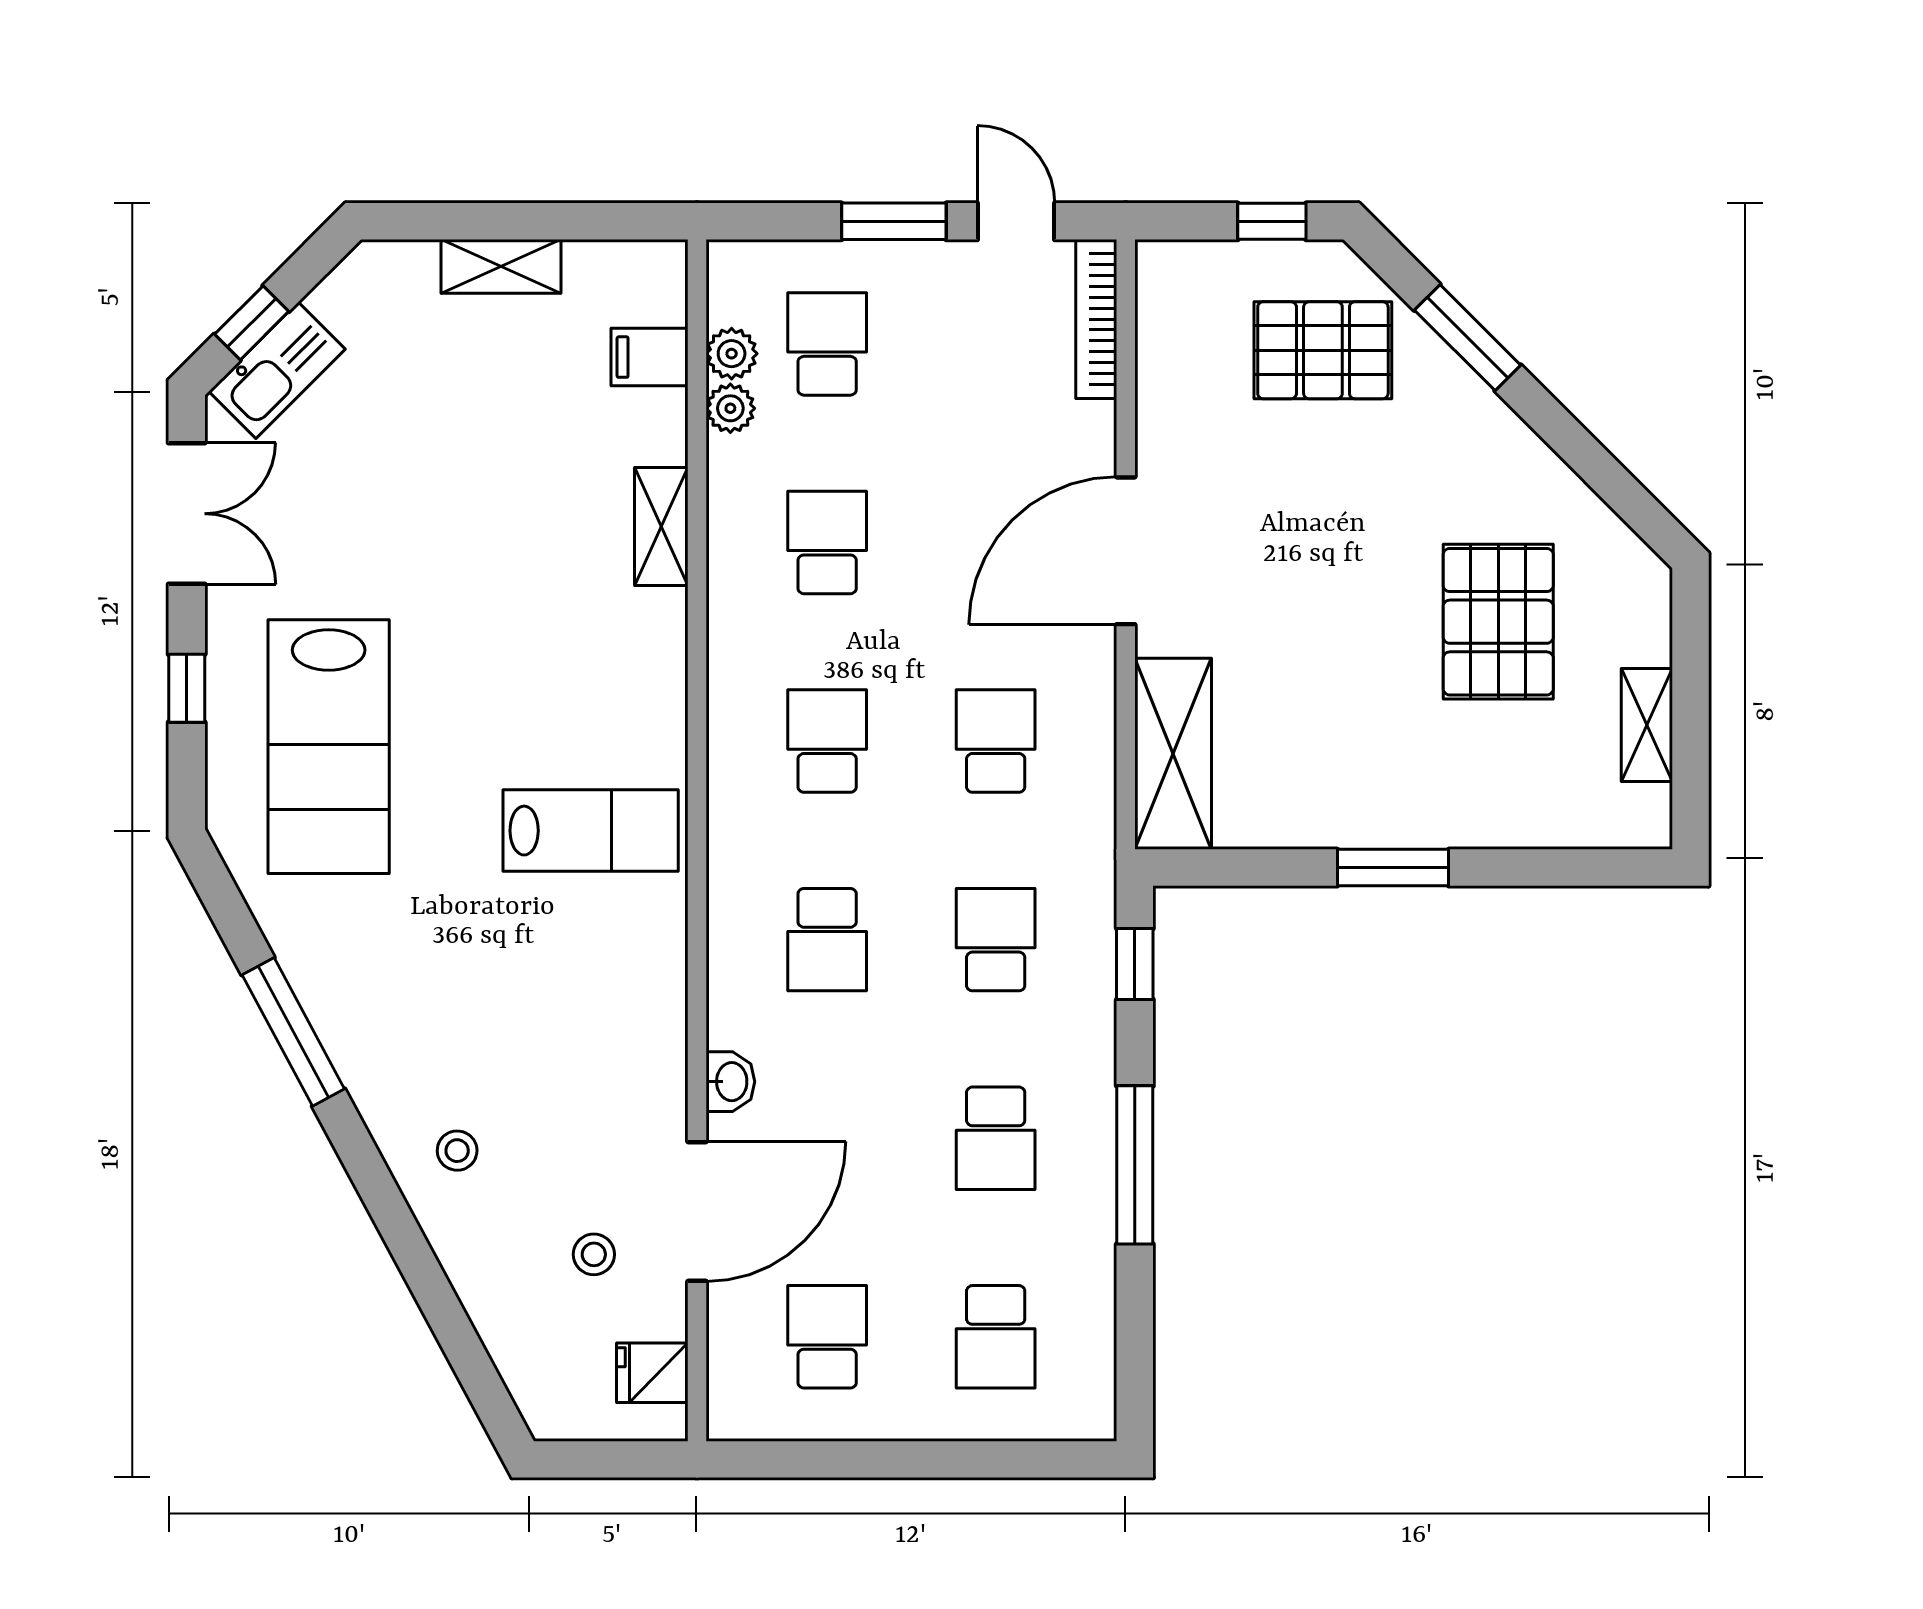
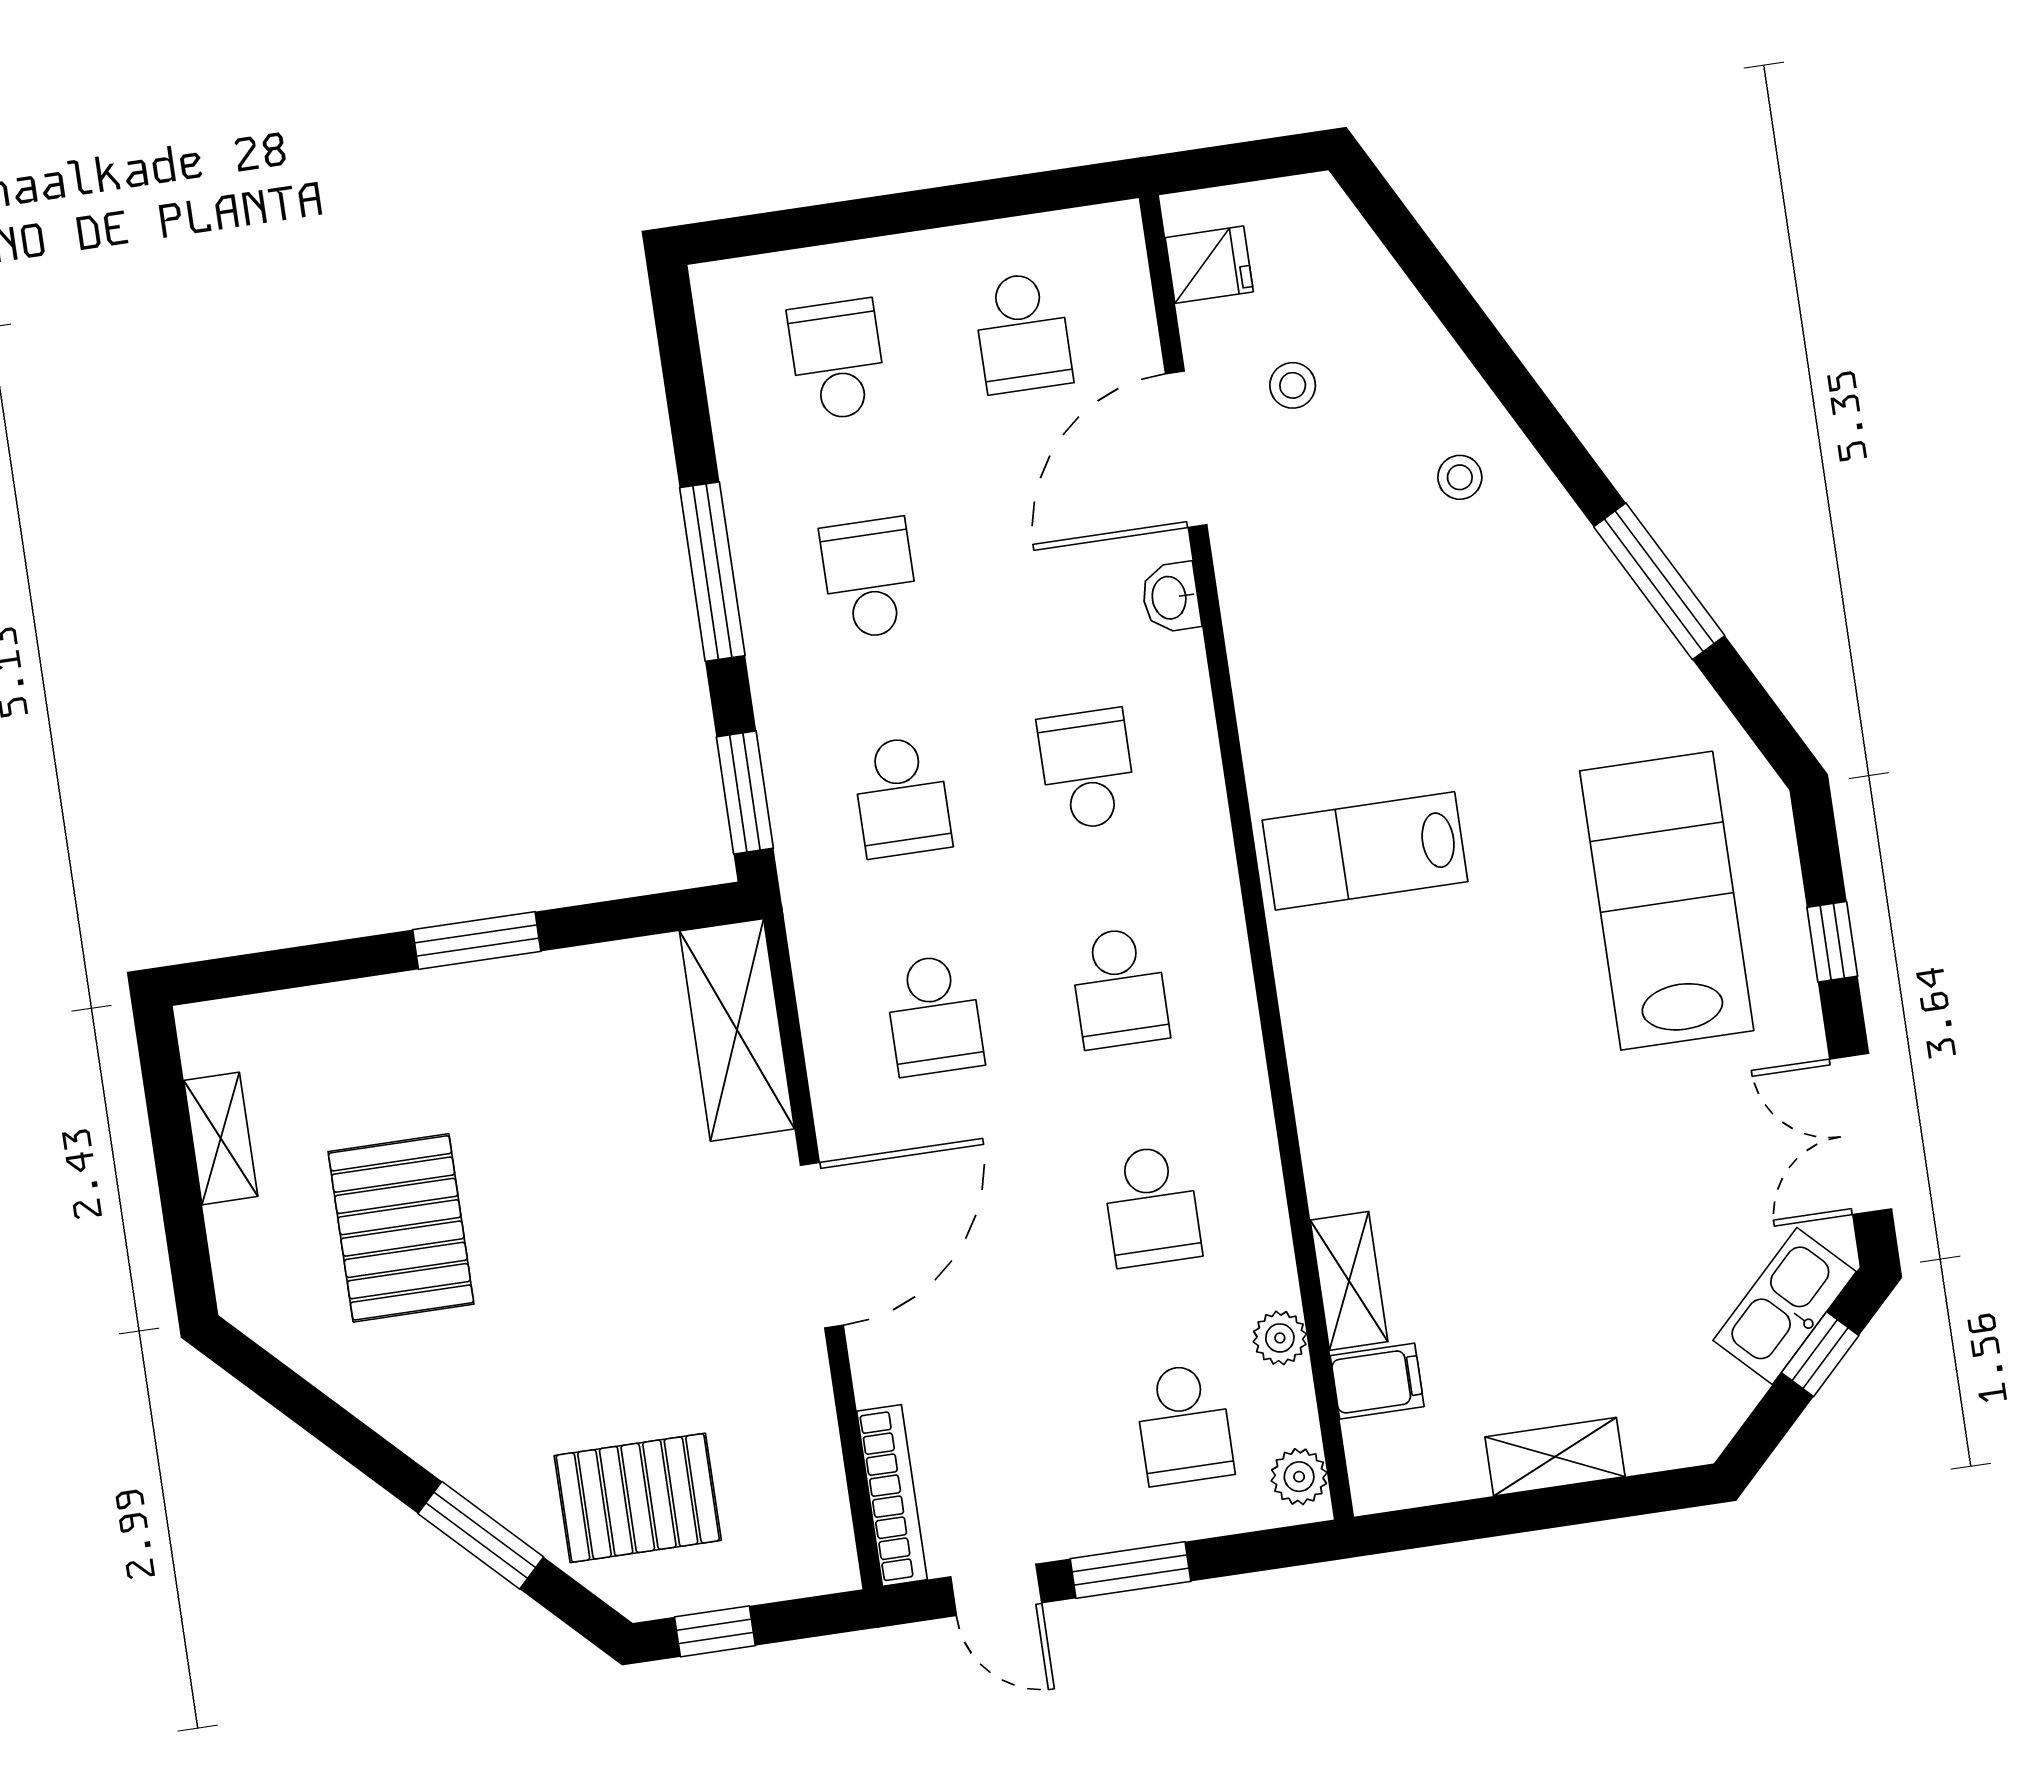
plant: (732, 354) -> (1299, 1477), moved
shelving: (661, 527) -> (1349, 1281), moved
window: (1135, 964) -> (745, 793), width x1.50

